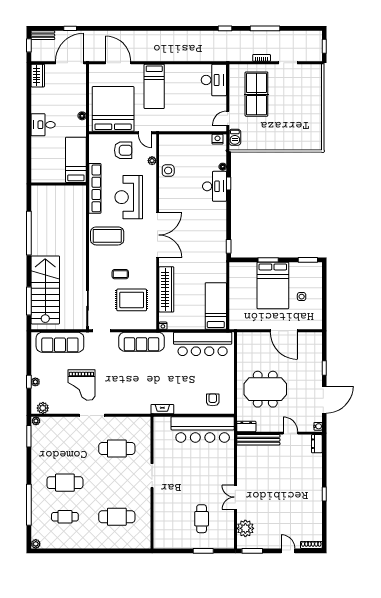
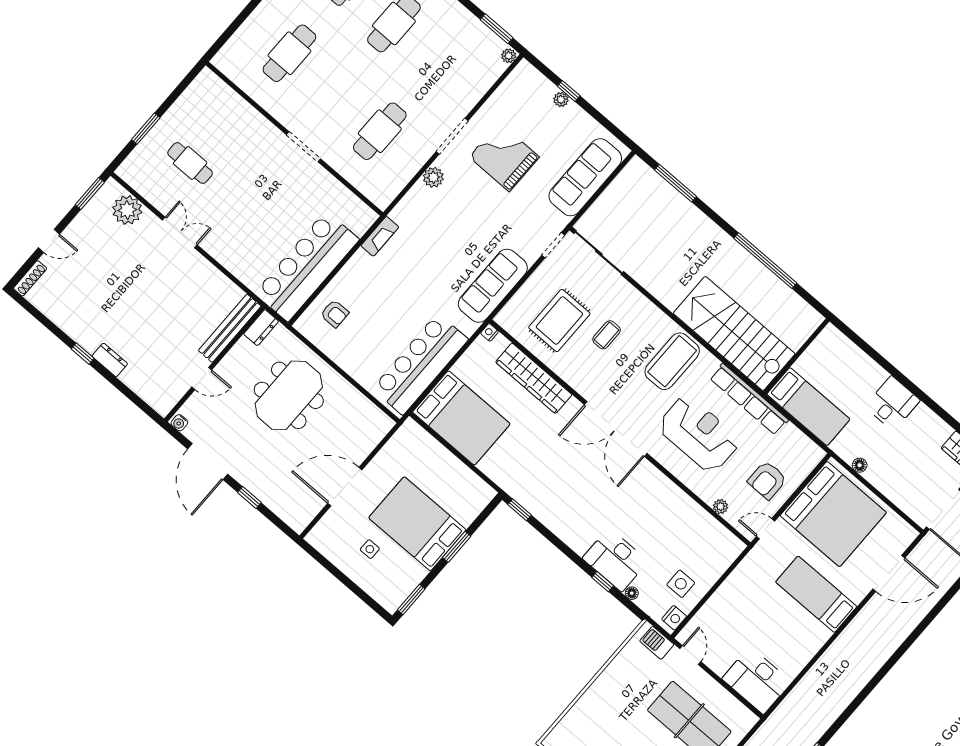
side table: (168, 170) -> (681, 584), moved
stairs: (45, 290) -> (734, 334), moved, turned 180
bed: (216, 306) -> (461, 418), width x1.50
plant: (43, 408) -> (433, 177), moved
dresser: (317, 444) -> (110, 360), moved

